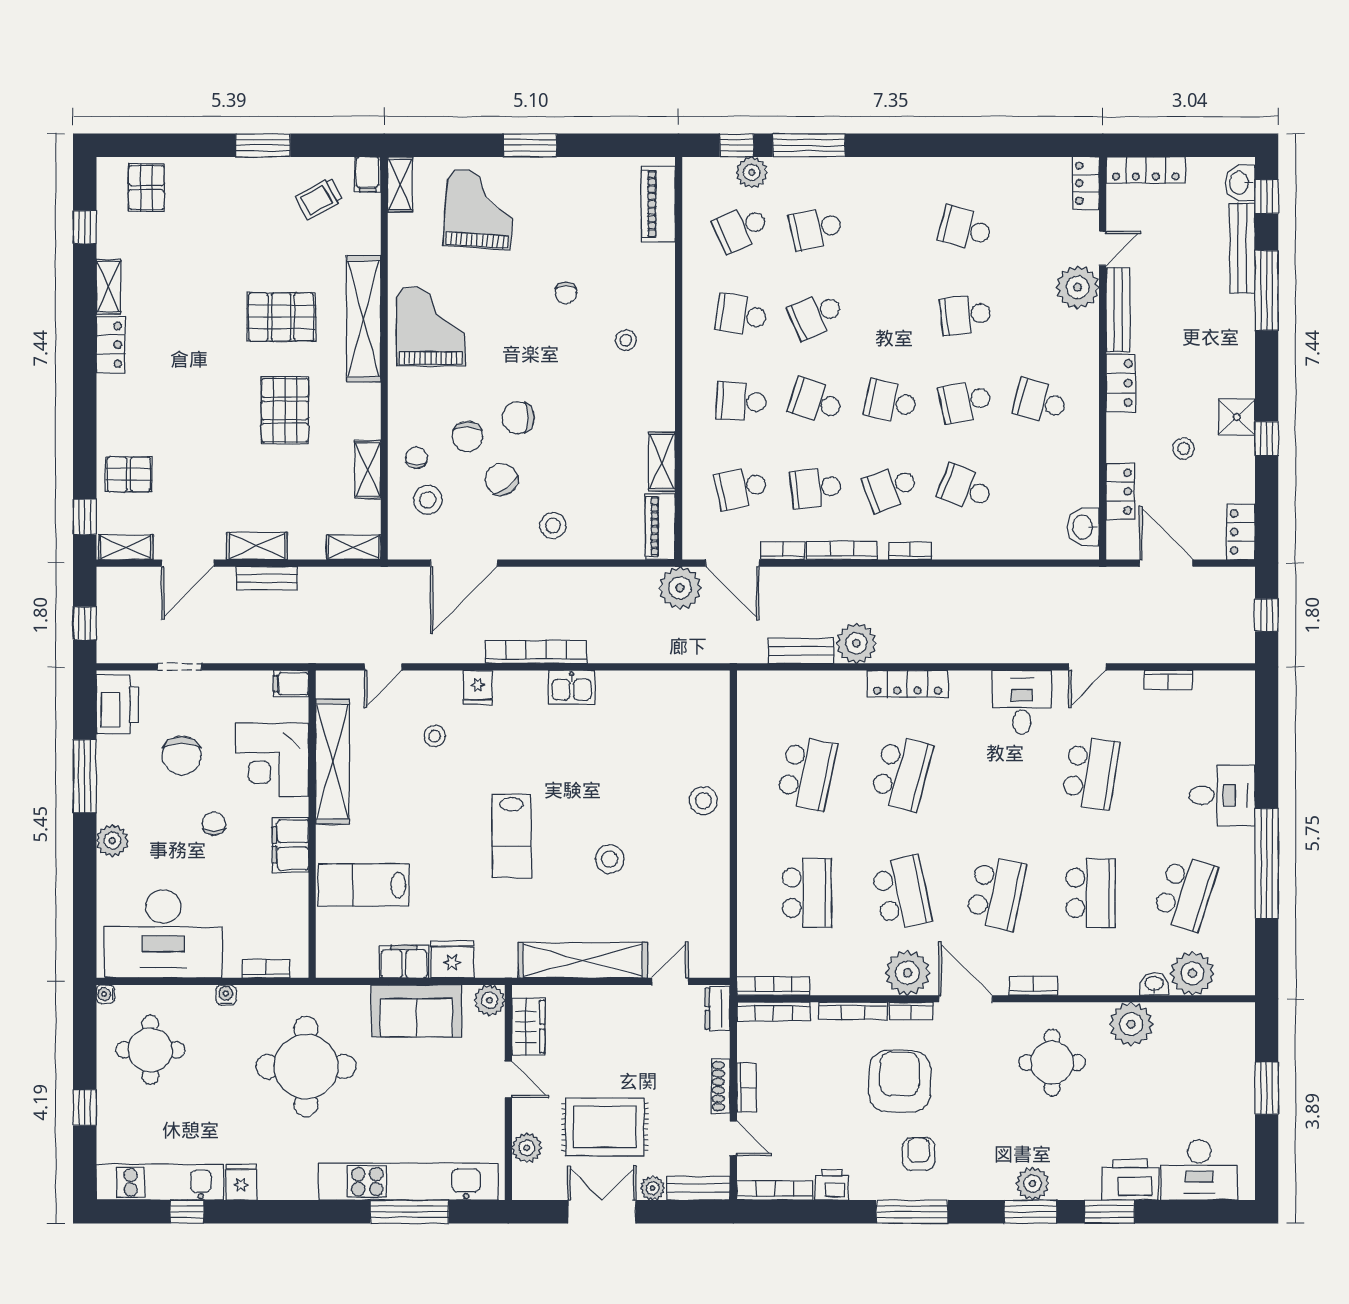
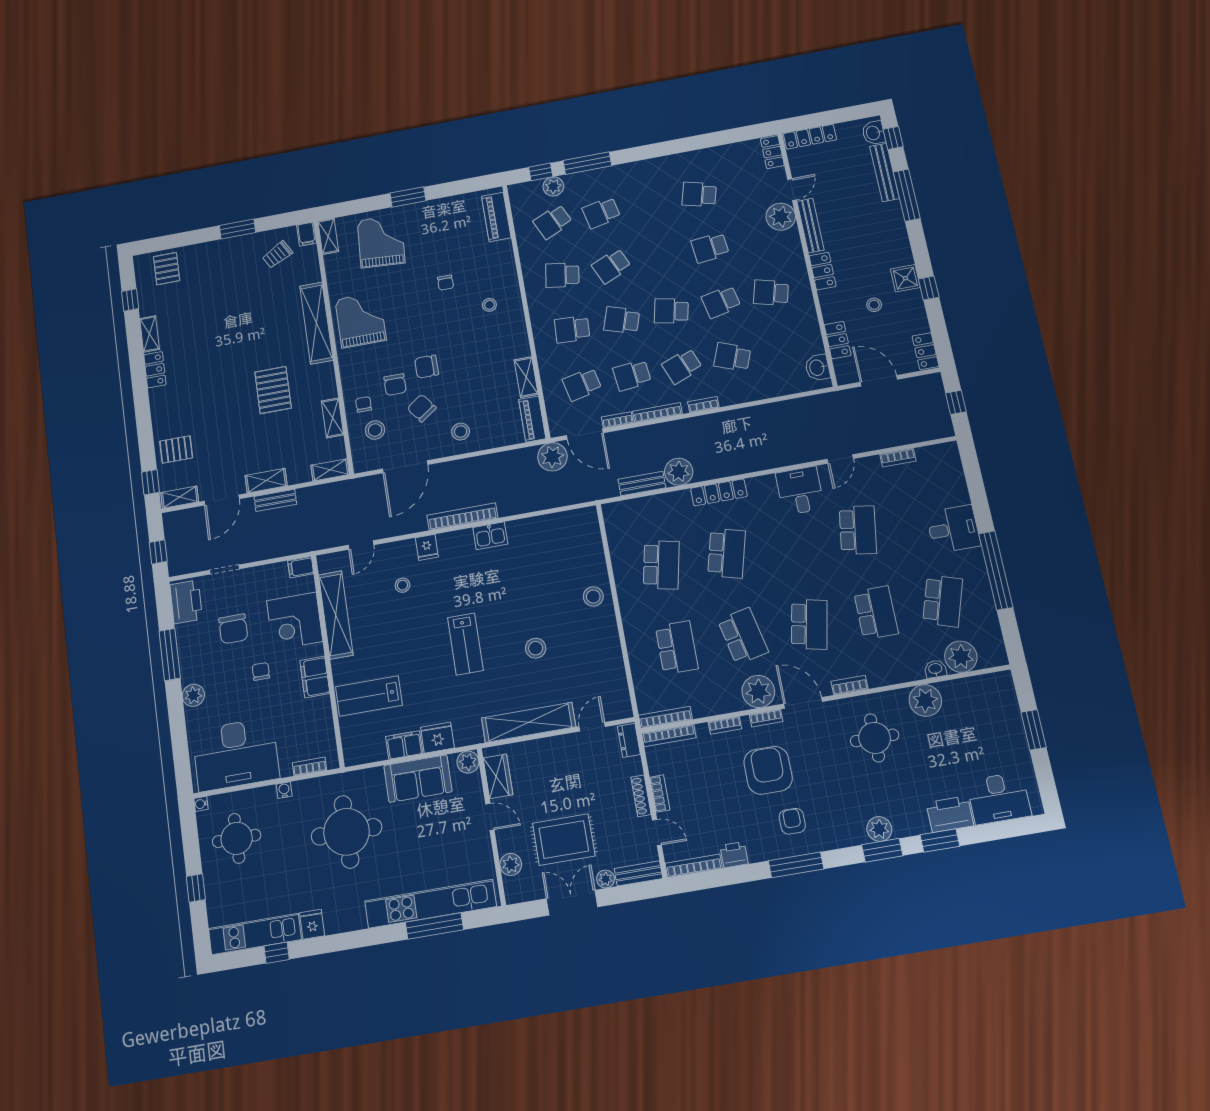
pallet: (281, 317) -> (263, 332), removed
bookcase: (853, 1011) -> (725, 725), width x0.64

